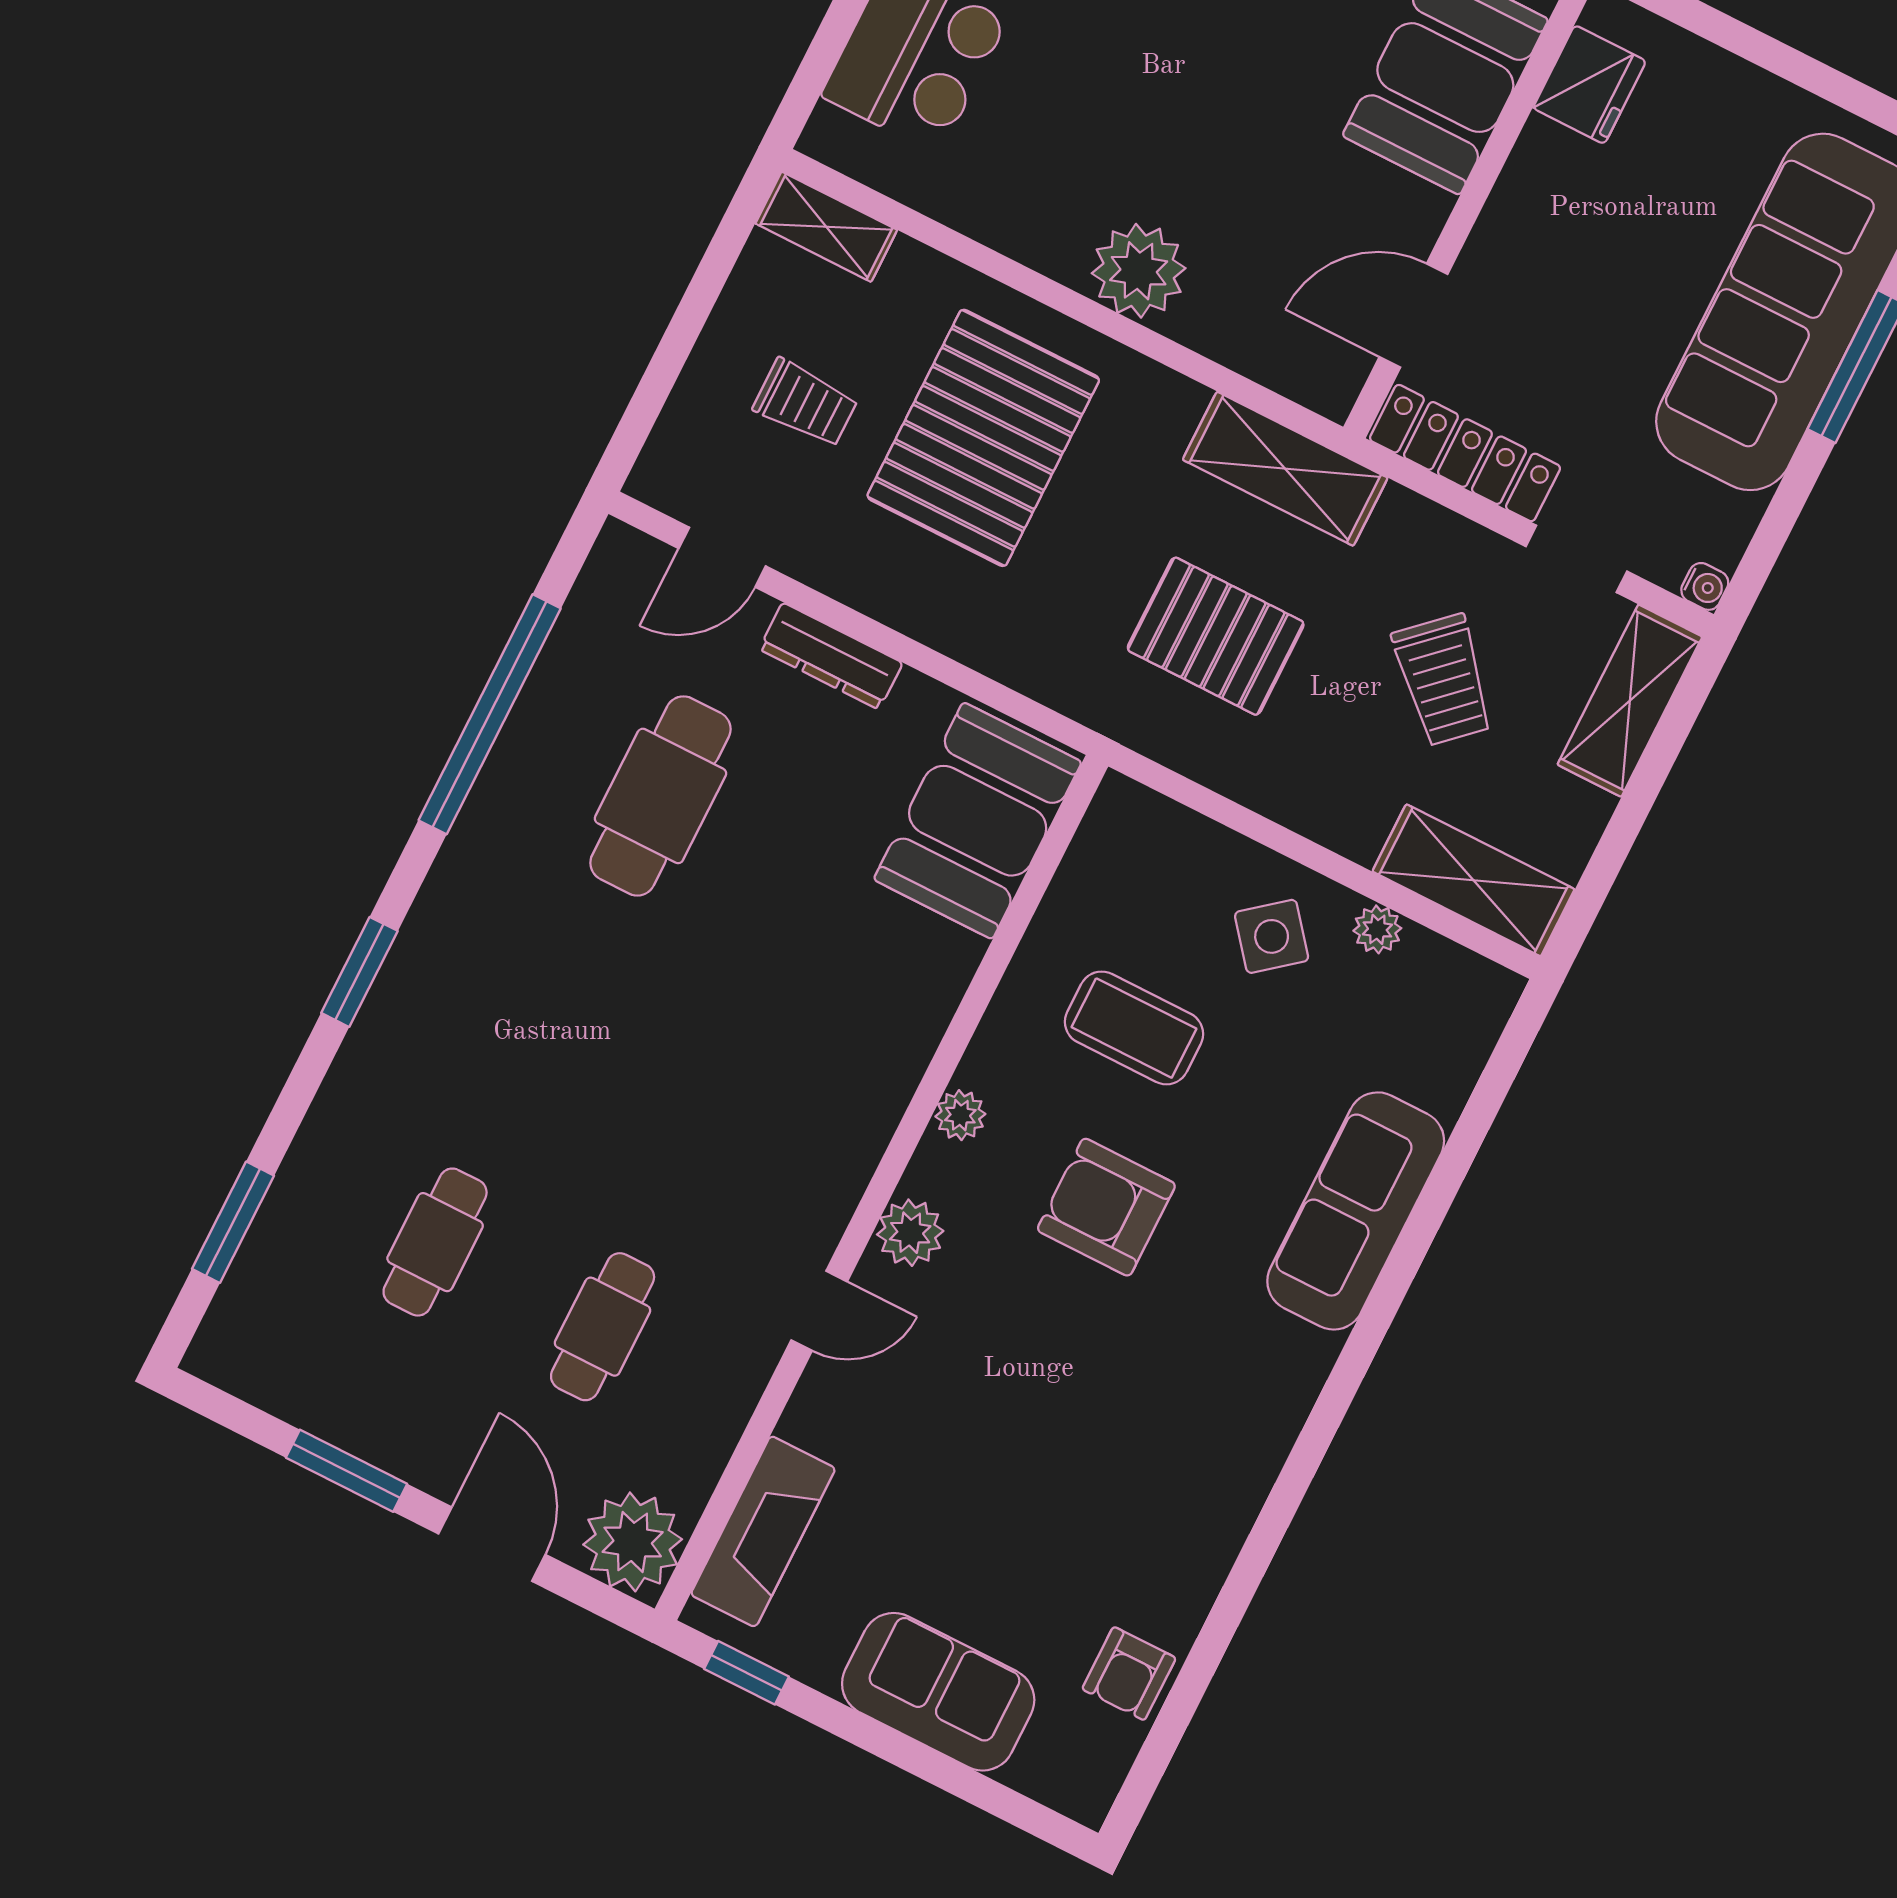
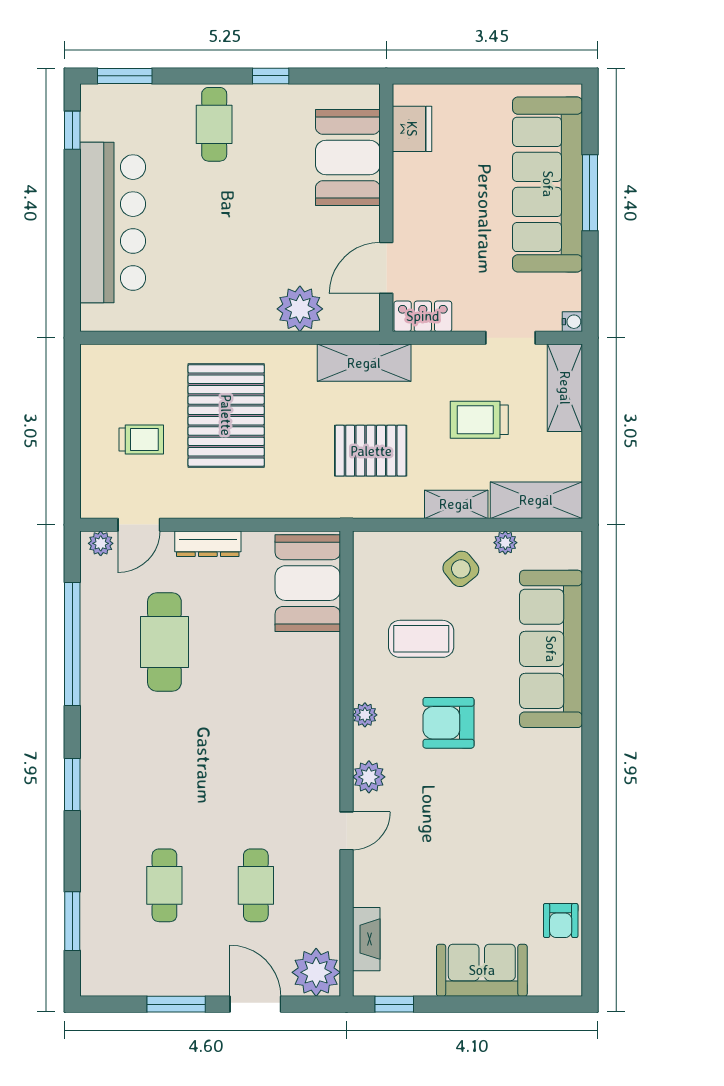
shelving: (826, 227) -> (456, 504), moved
plant: (1139, 271) -> (300, 309), moved
locker: (1465, 453) -> (423, 316), width x0.66
plant: (635, 556) -> (101, 543), added
trolley: (1443, 680) -> (479, 420), turned 133
sofa: (1356, 1211) -> (551, 649), width x1.36, depth x1.27
fireplace: (763, 1531) -> (366, 939), width x0.73, depth x0.76

